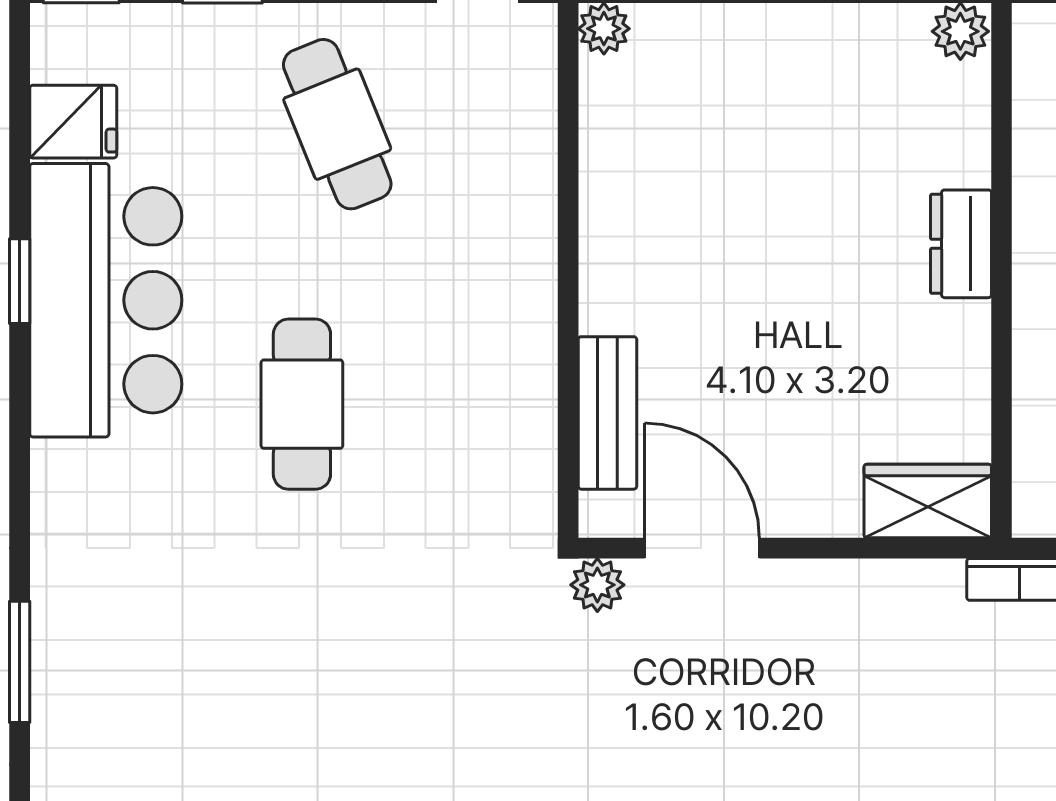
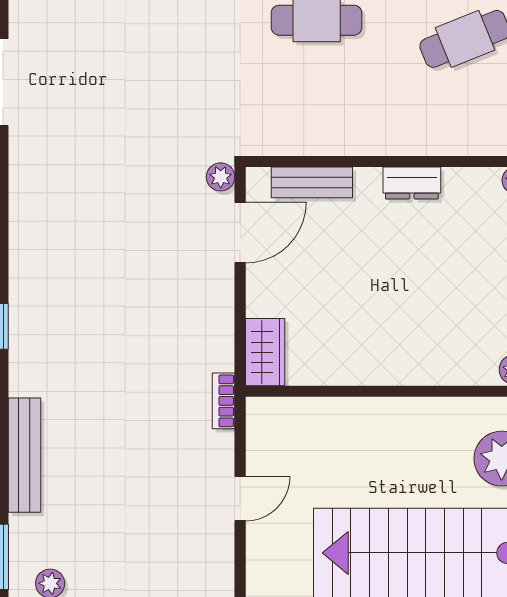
dresser: (961, 244) -> (412, 183), moved, turned 180

